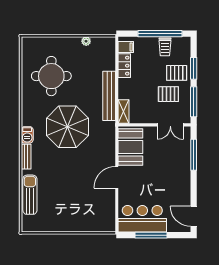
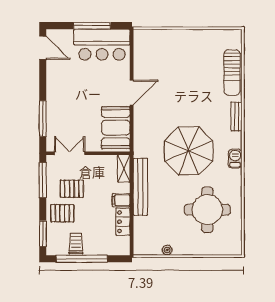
filing cabinet: (126, 47) -> (121, 200), moved
window: (194, 68) -> (43, 234), moved
barbecue: (27, 135) -> (235, 159), moved

